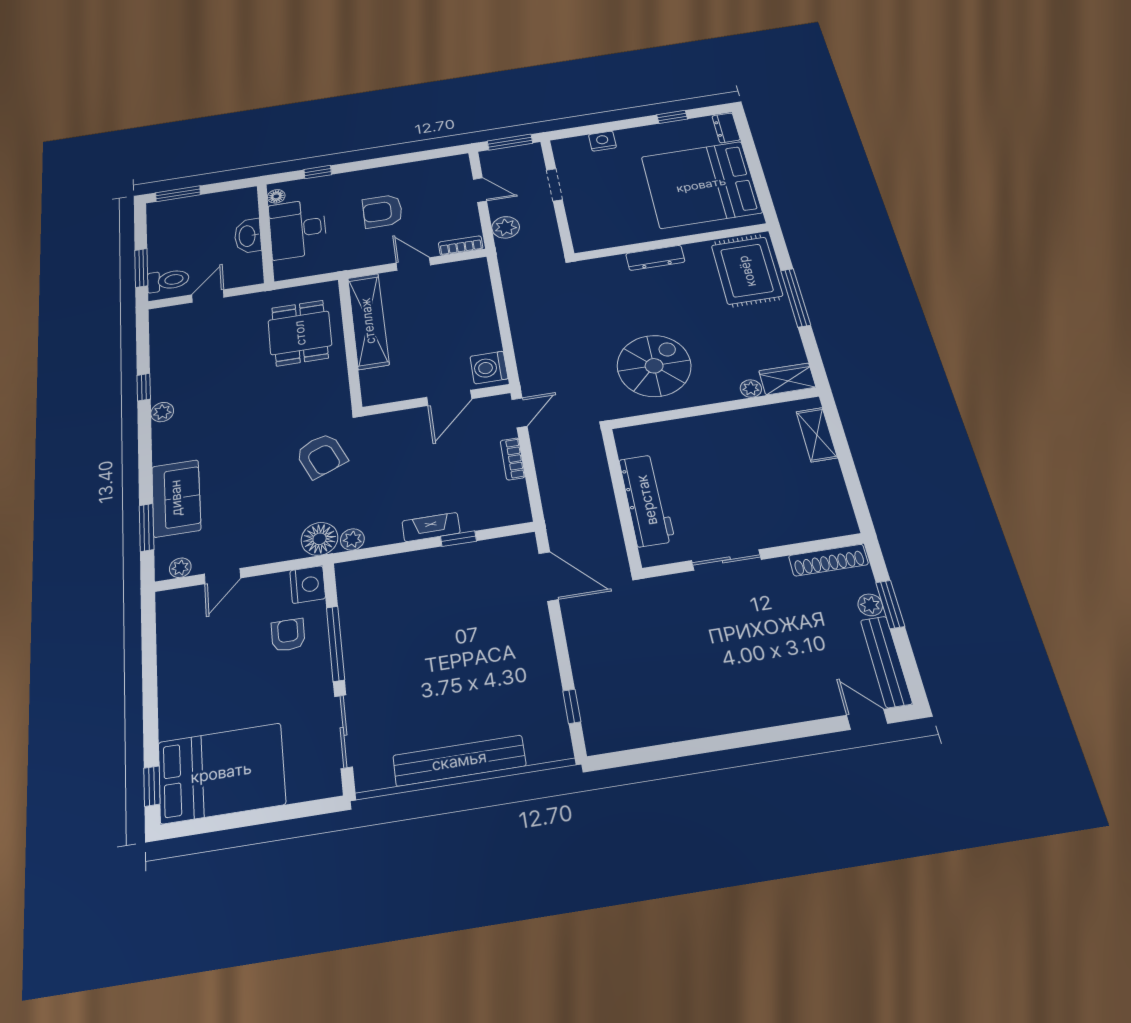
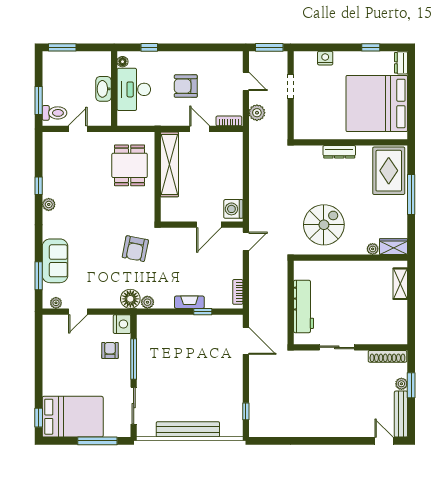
armchair: (321, 456) -> (135, 249), turned 34
bookcase: (513, 459) -> (238, 292), moved
window: (275, 814) -> (97, 441), added

